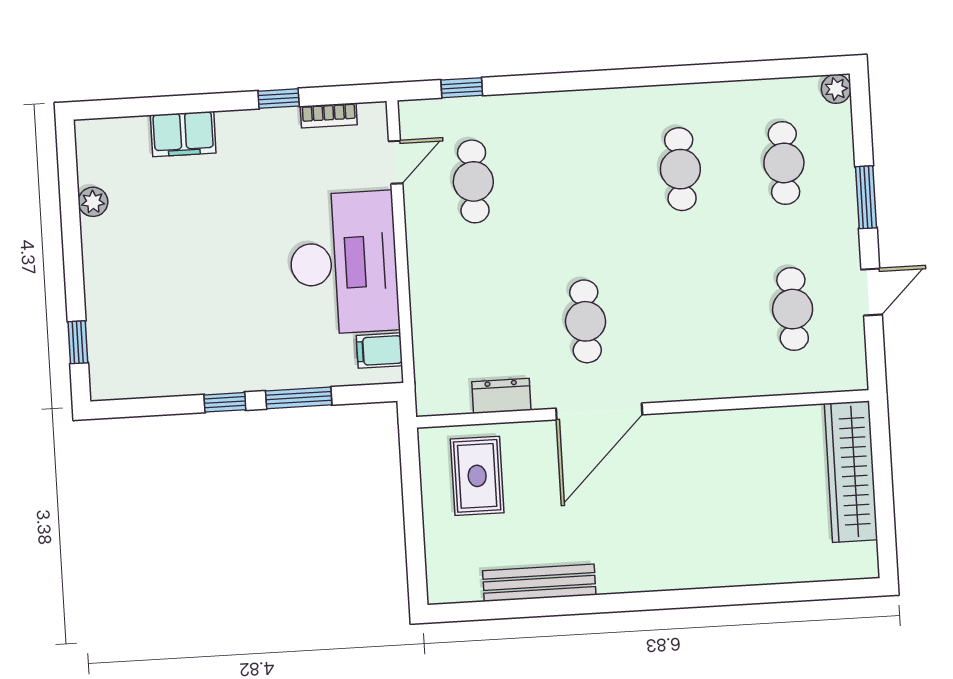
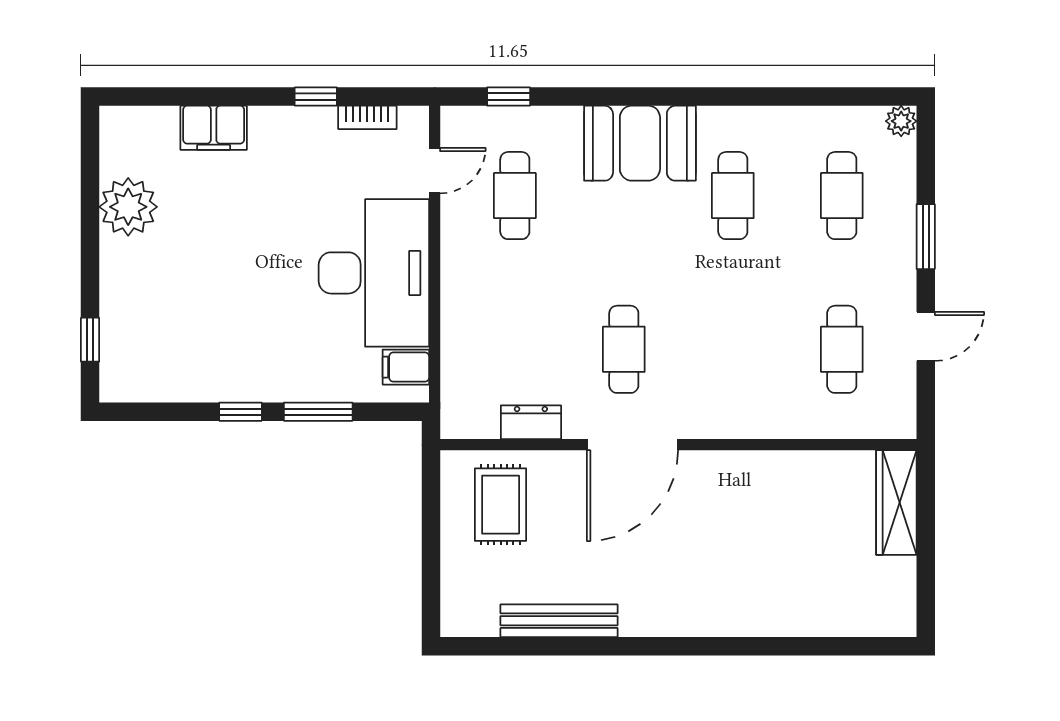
booth: (589, 125) -> (640, 143), added
plant: (93, 202) -> (128, 207), width x1.88, depth x1.88
wardrobe: (851, 472) -> (896, 502), width x0.71, depth x0.85

